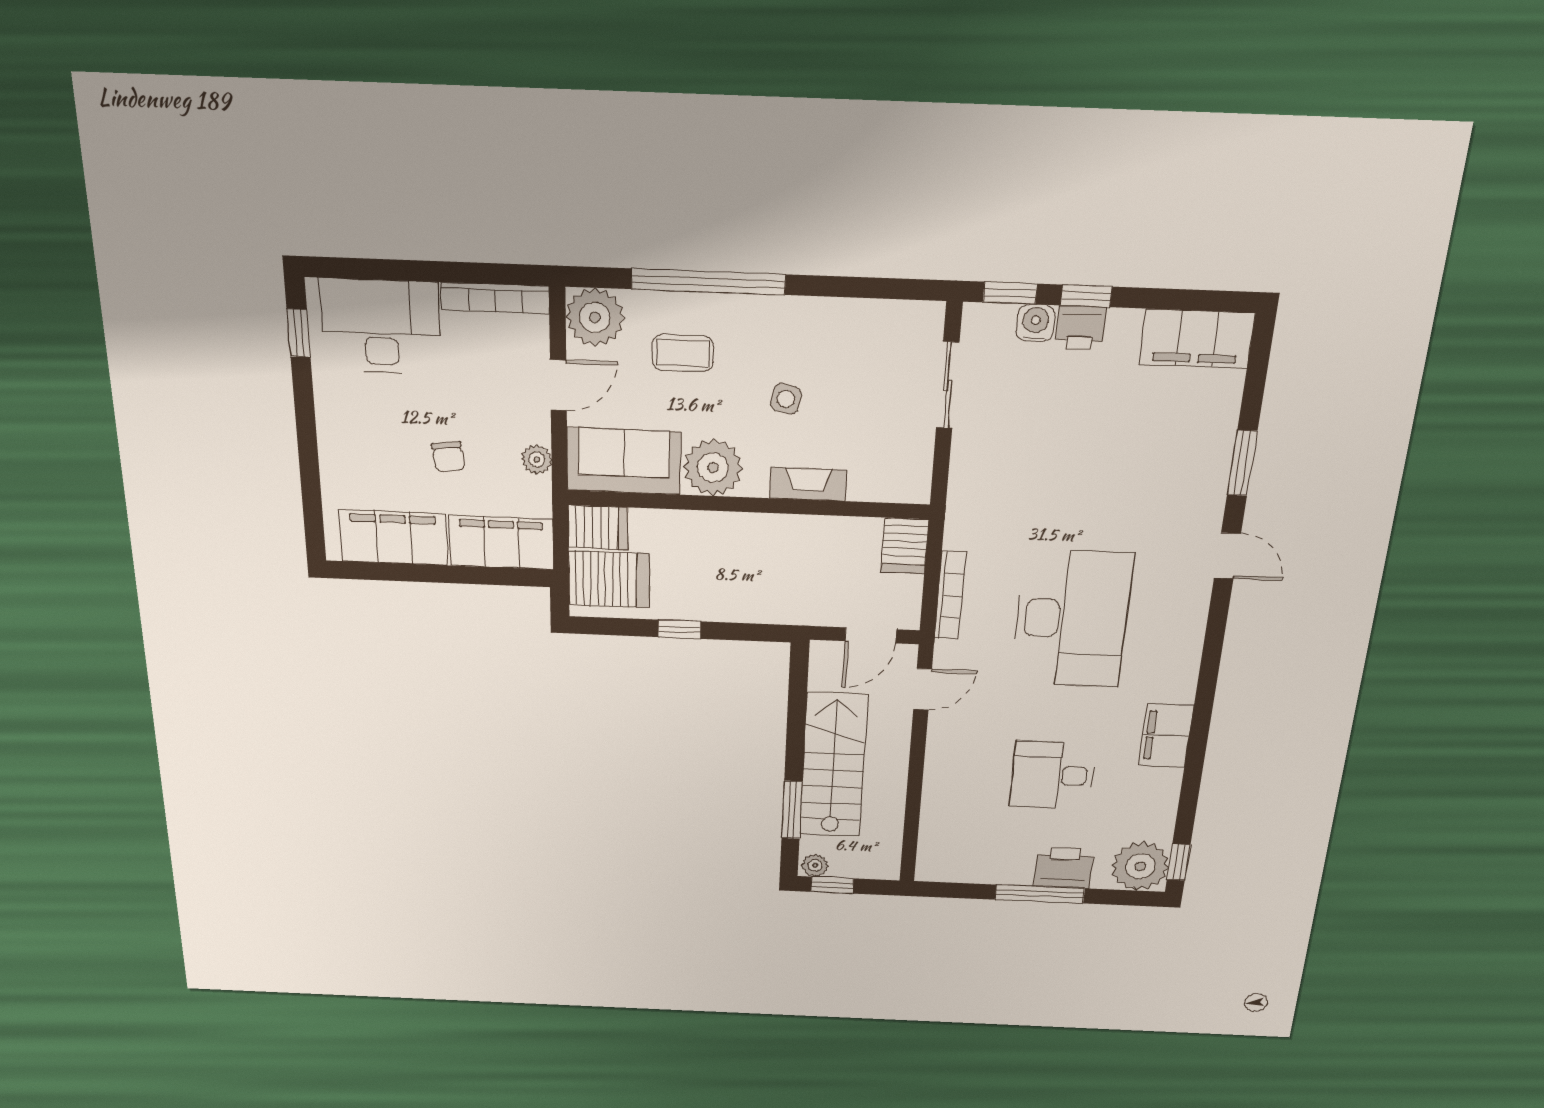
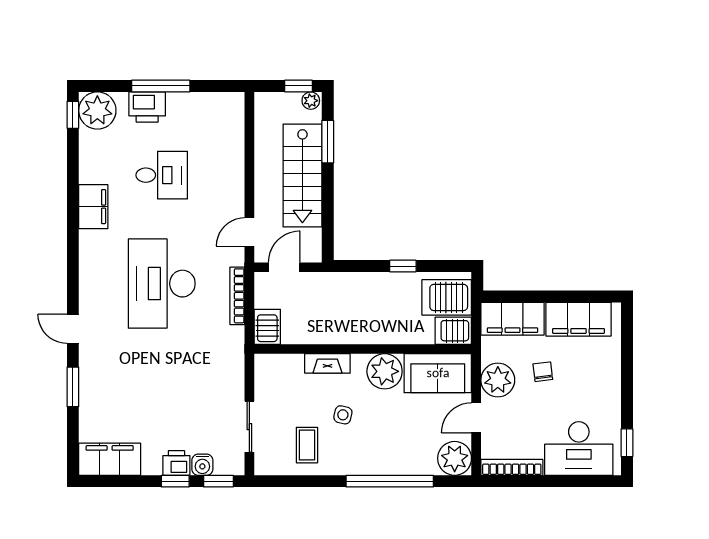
coffee table: (683, 353) -> (307, 445), moved, turned 90
plant: (537, 459) -> (498, 380), width x1.88, depth x1.88

